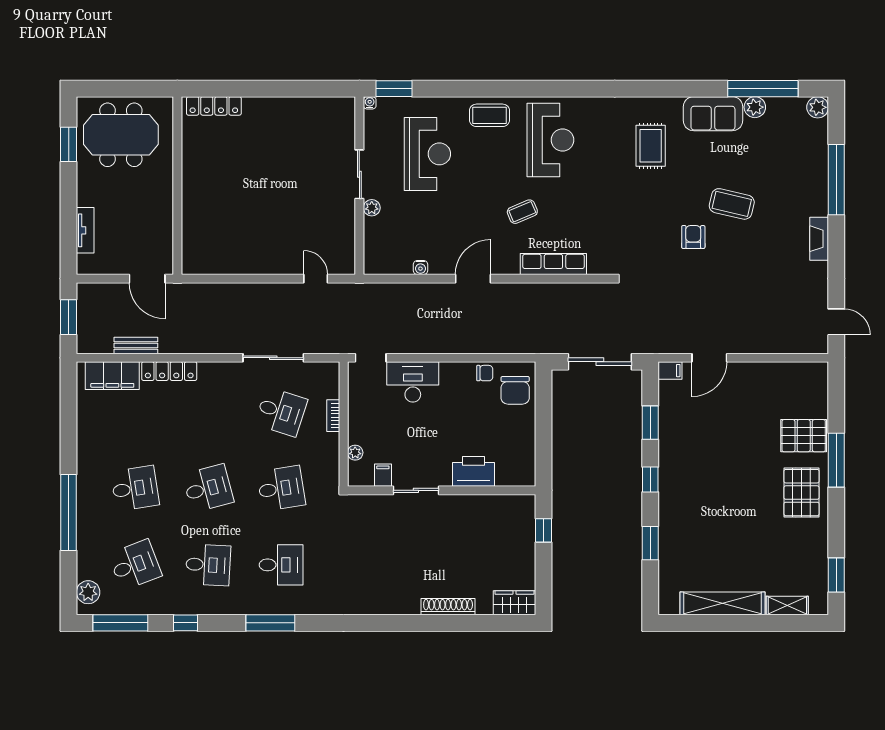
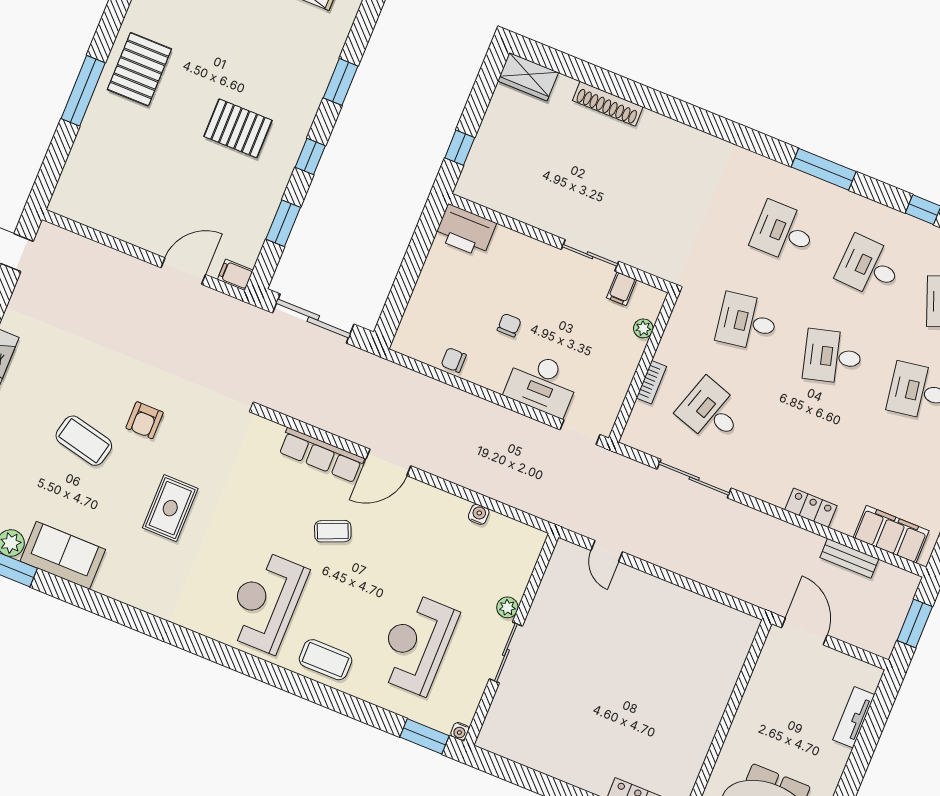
rug: (651, 146) -> (170, 508), moved
door: (473, 279) -> (388, 462), moved
locker: (169, 371) -> (811, 508), width x0.66
chair: (515, 390) -> (509, 325), moved, width x0.54, depth x0.54
pallet: (804, 436) -> (238, 128), moved
printer: (473, 471) -> (465, 231), moved

